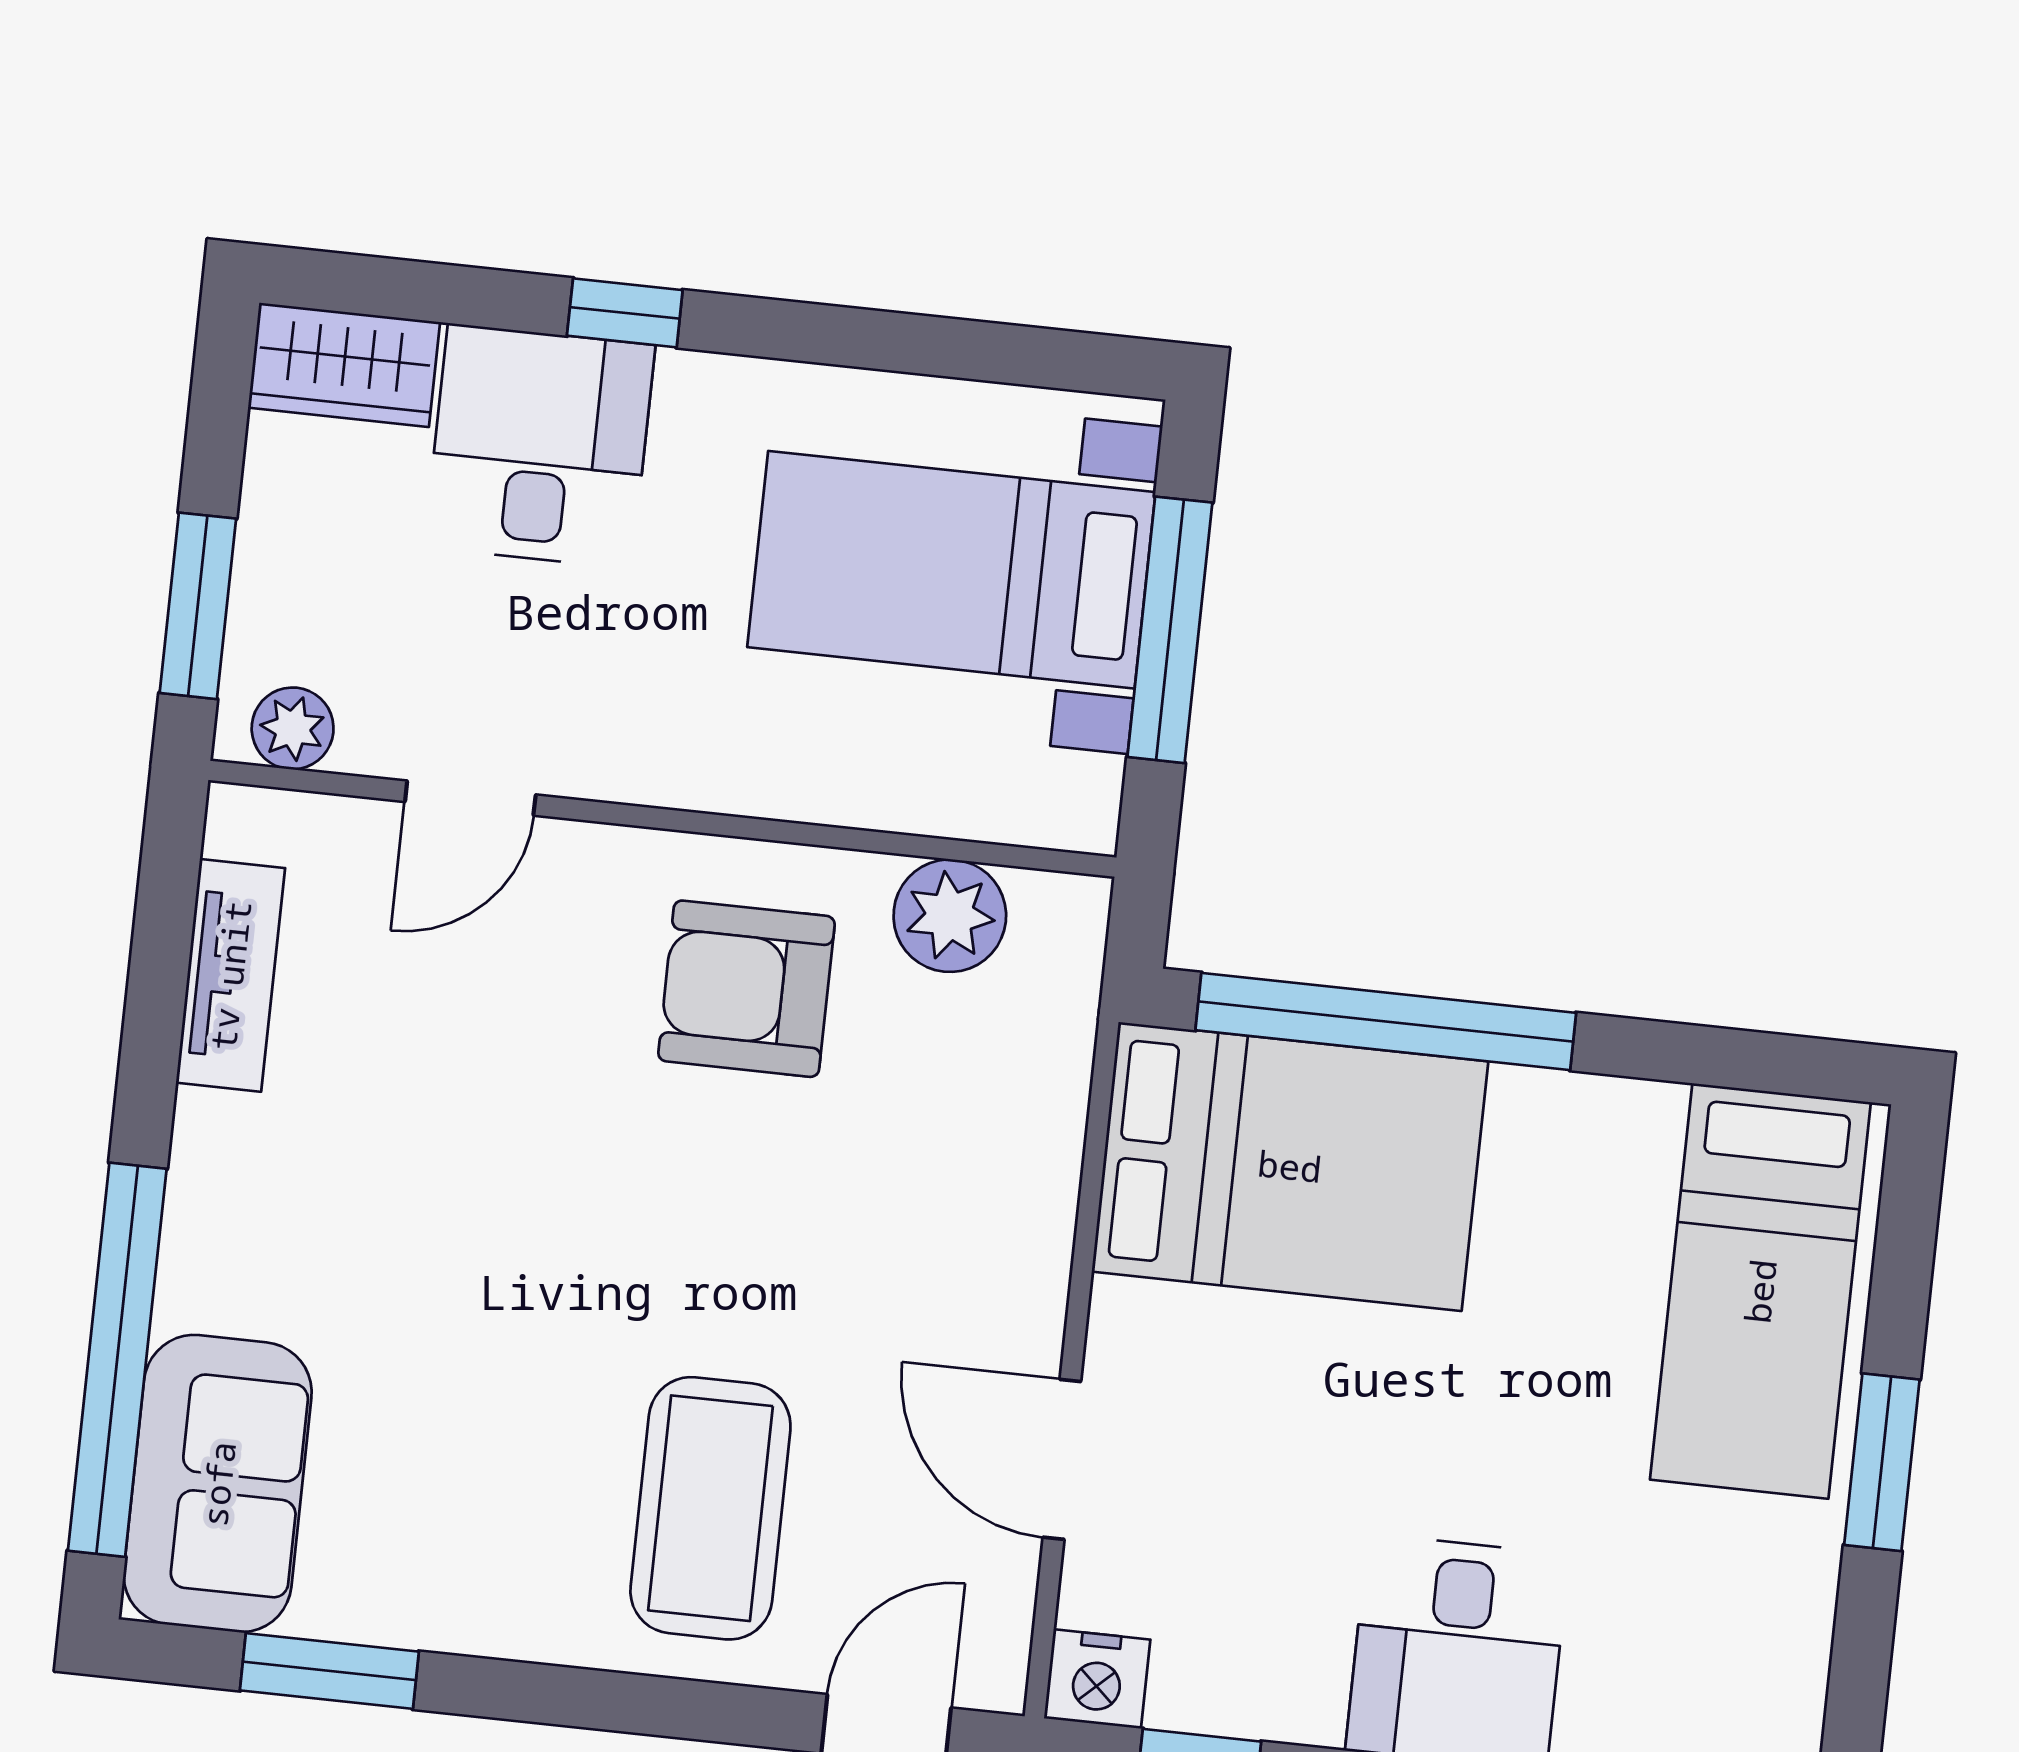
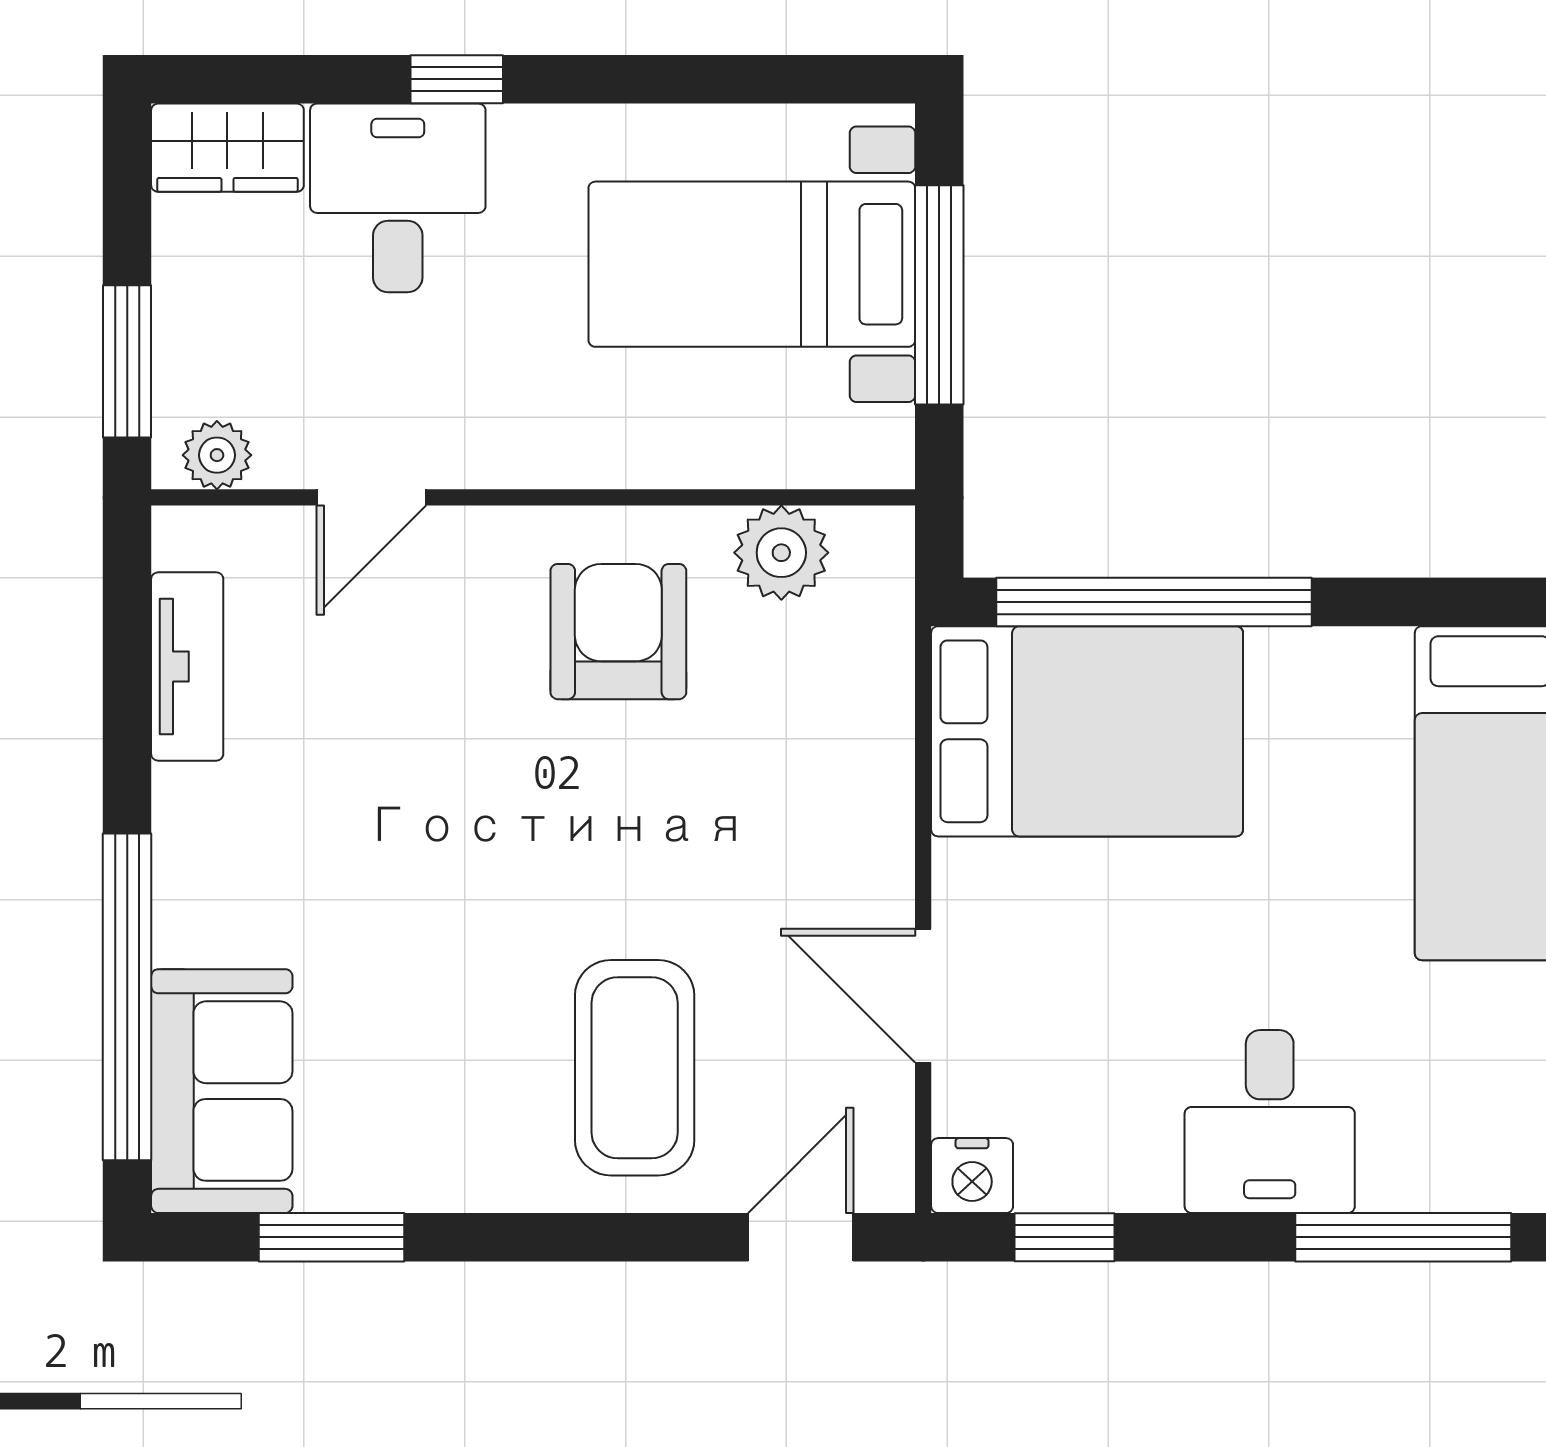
armchair: (746, 989) -> (618, 632), turned 90

